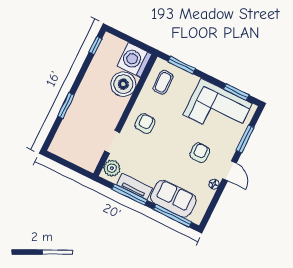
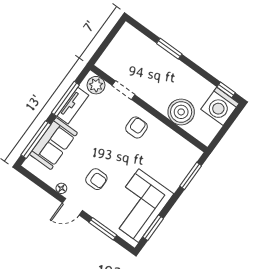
washing machine: (134, 60) -> (220, 106), moved, turned 180
coffee table: (163, 82) -> (176, 154), removed
armchair: (145, 123) -> (137, 127), turned -90

